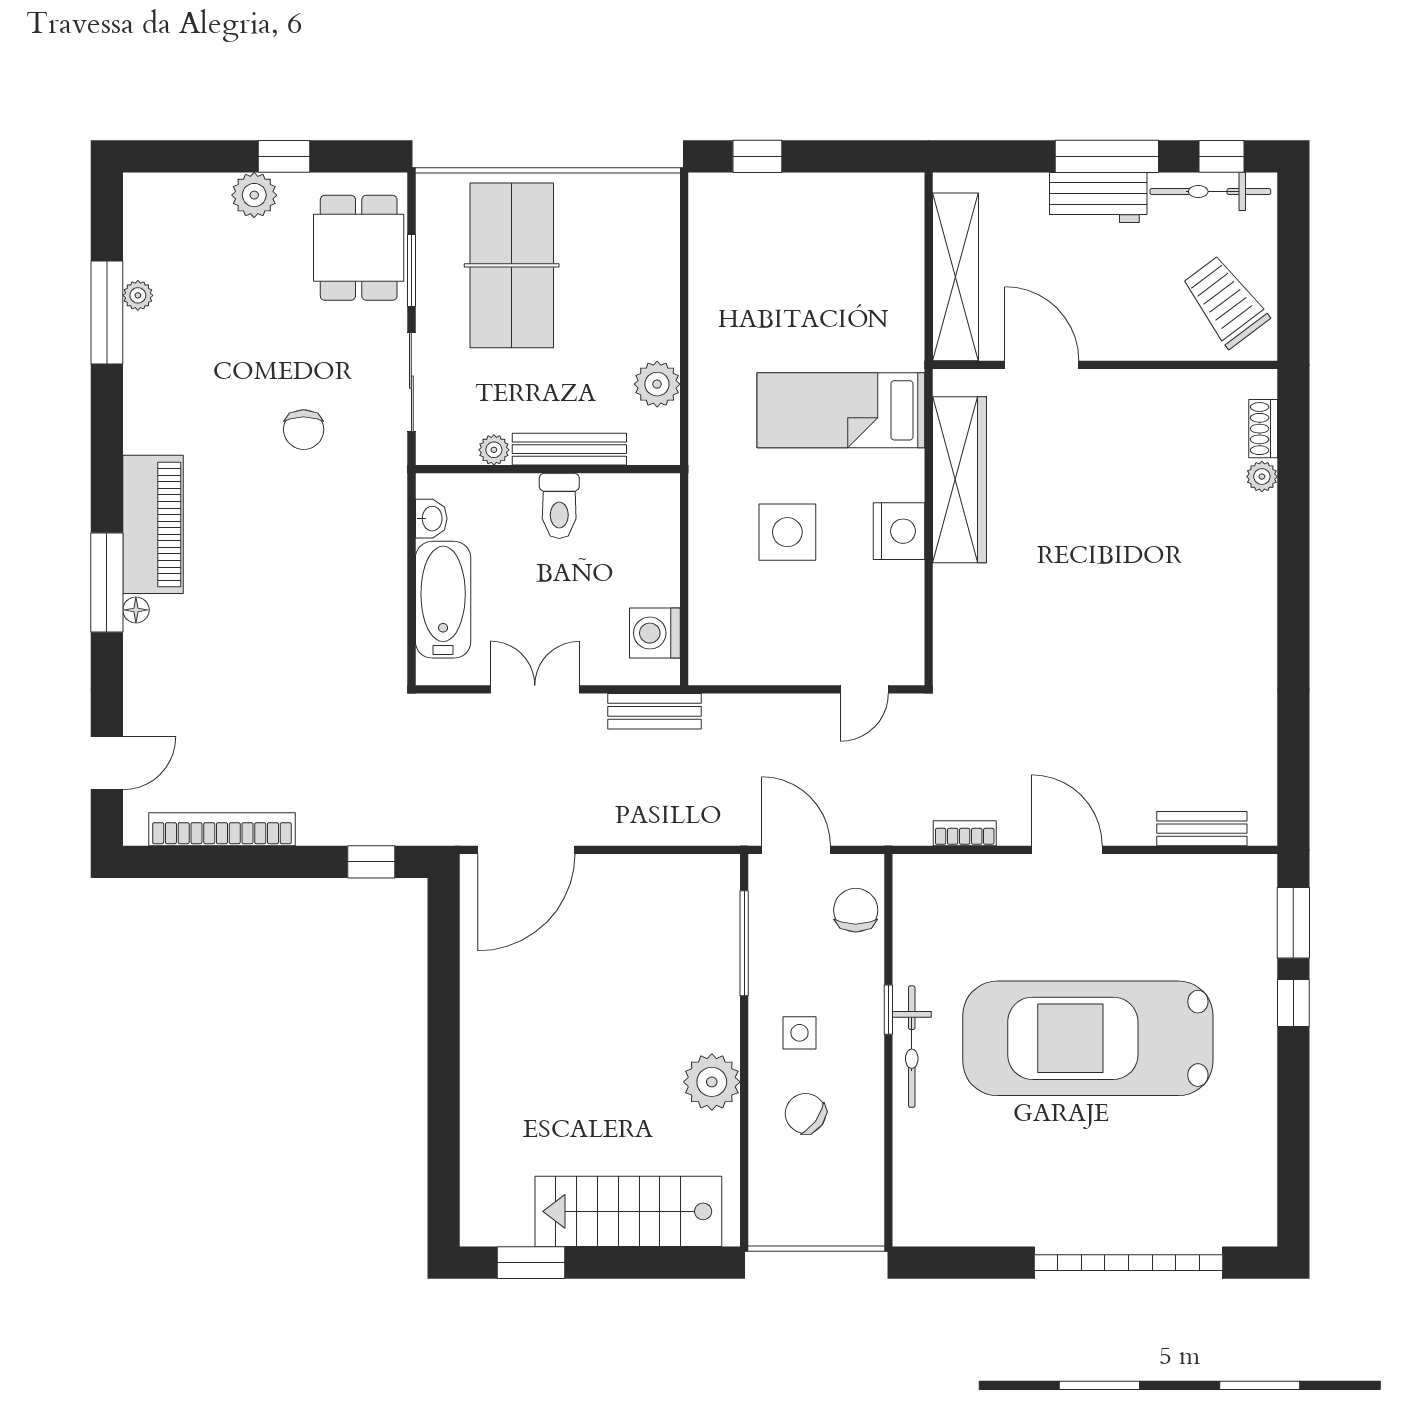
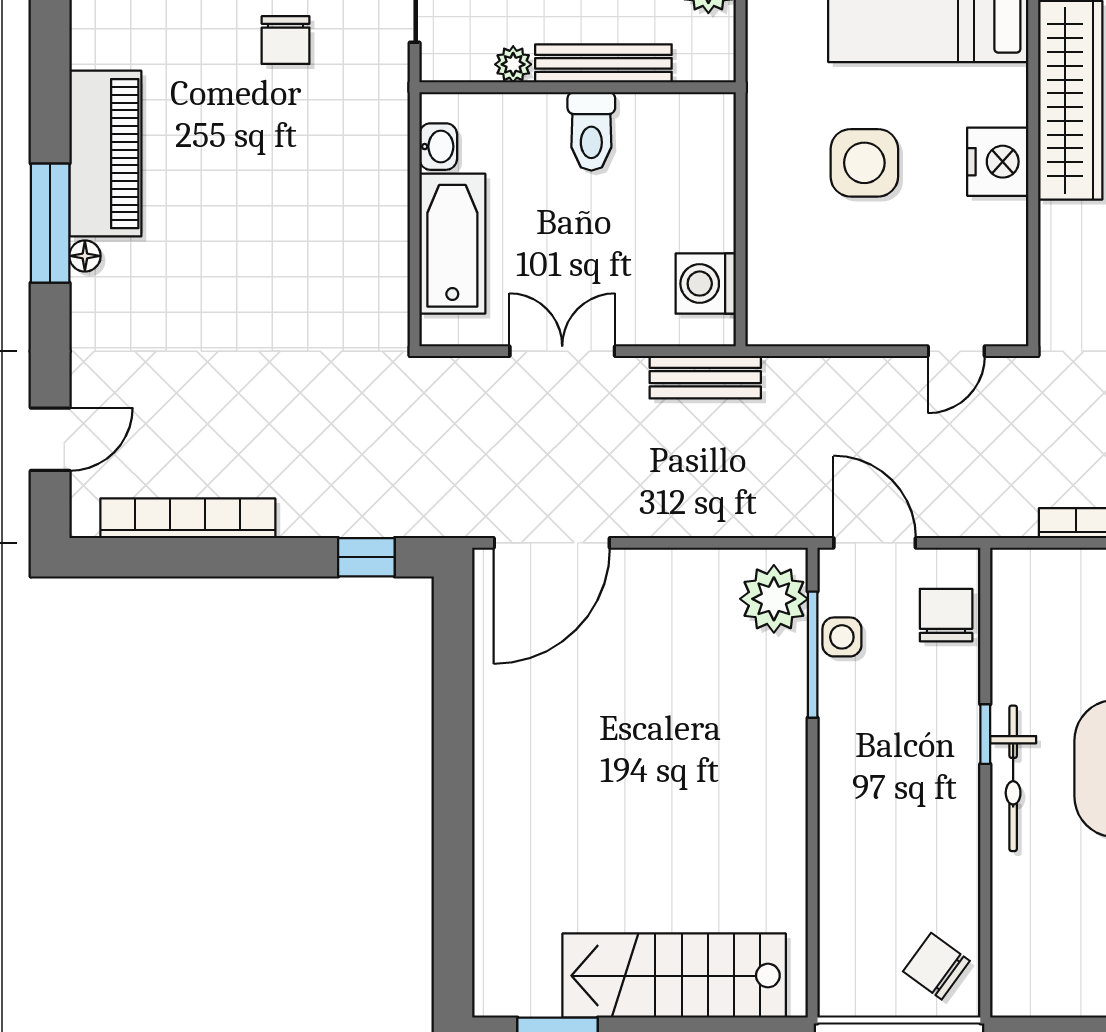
side table: (799, 1033) -> (842, 637), moved
plant: (712, 1082) -> (774, 599), moved
chair: (806, 1113) -> (936, 966), moved

